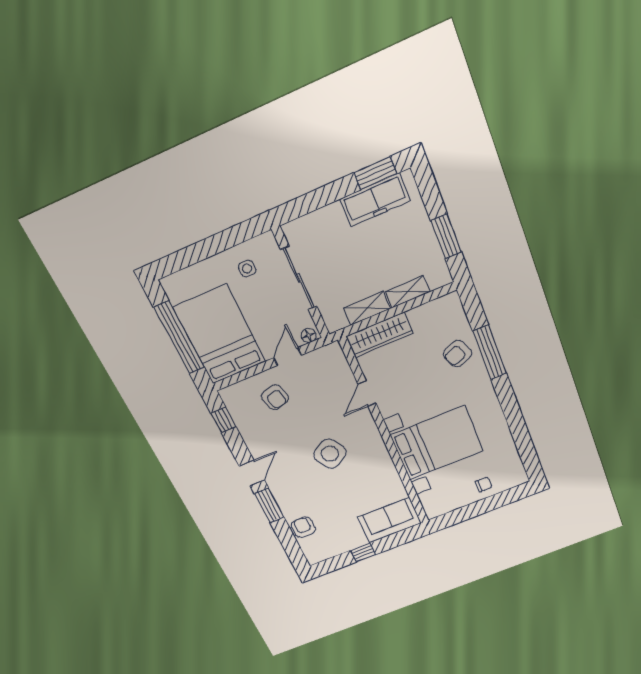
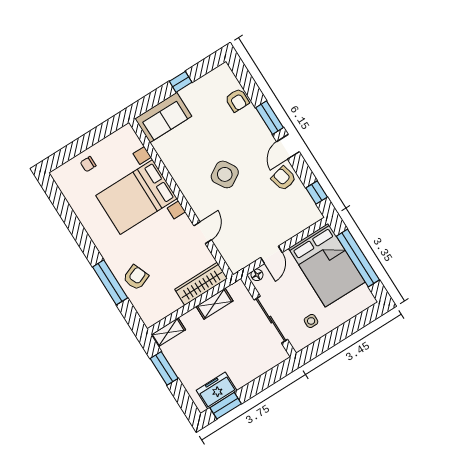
freezer: (375, 200) -> (217, 390), width x0.71
shelving: (408, 292) -> (168, 332), moved
armchair: (275, 397) -> (284, 178), moved

